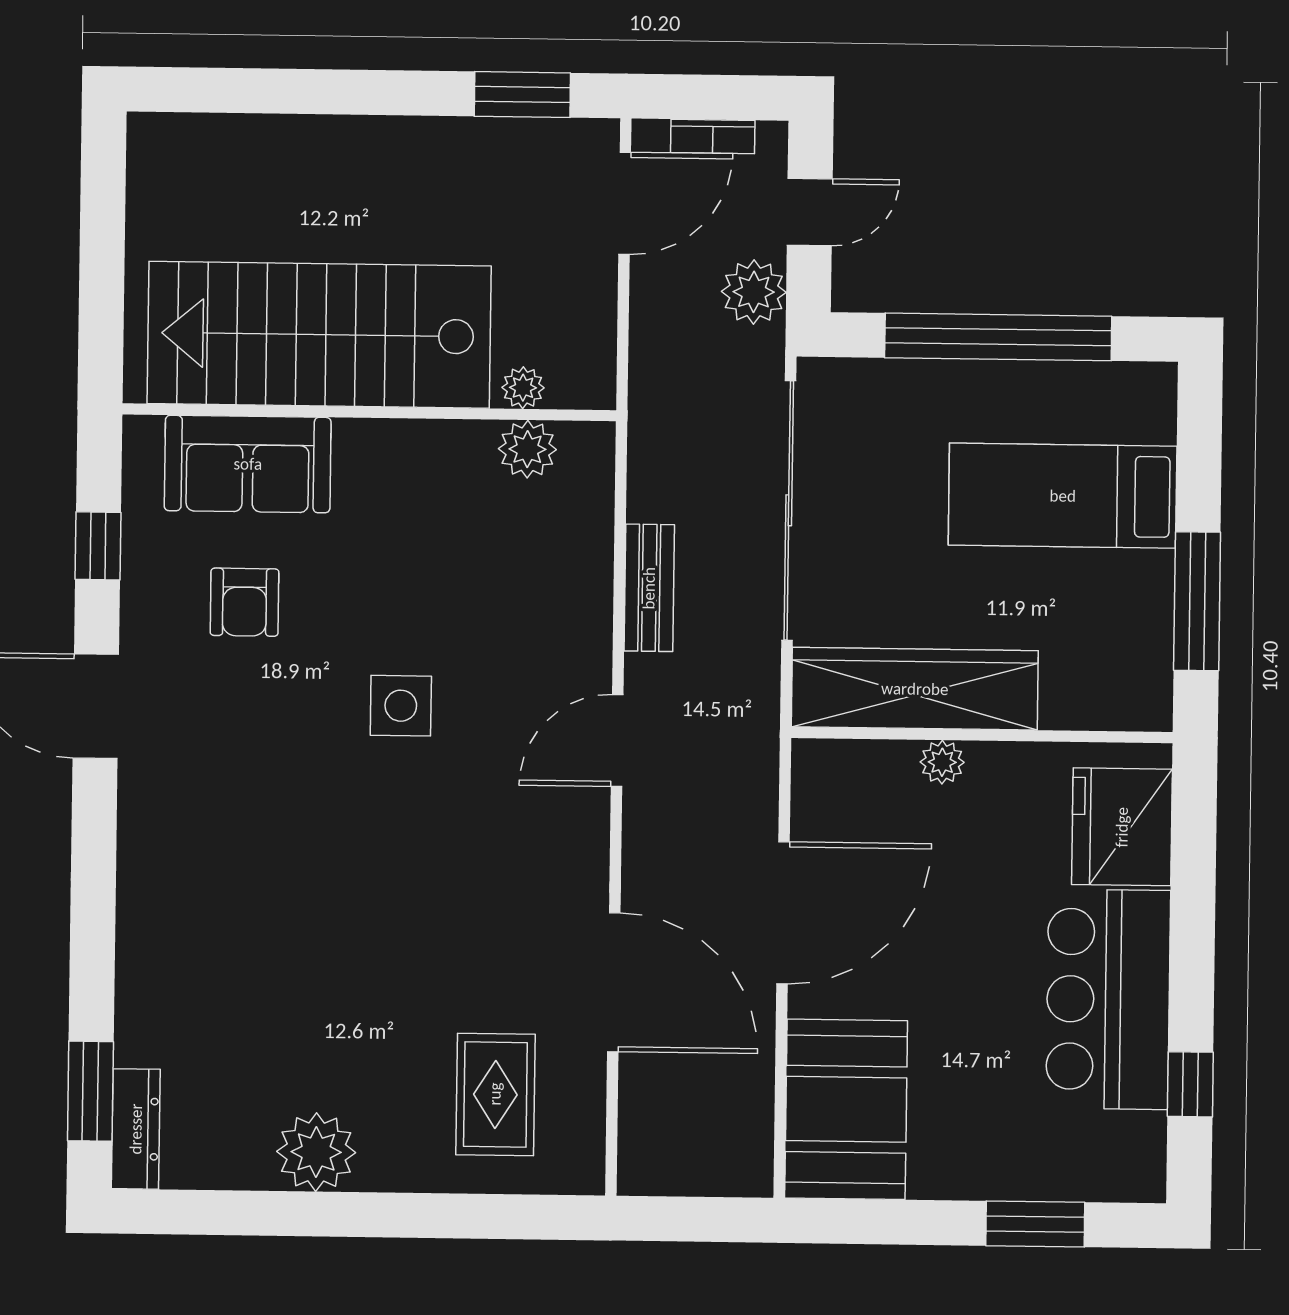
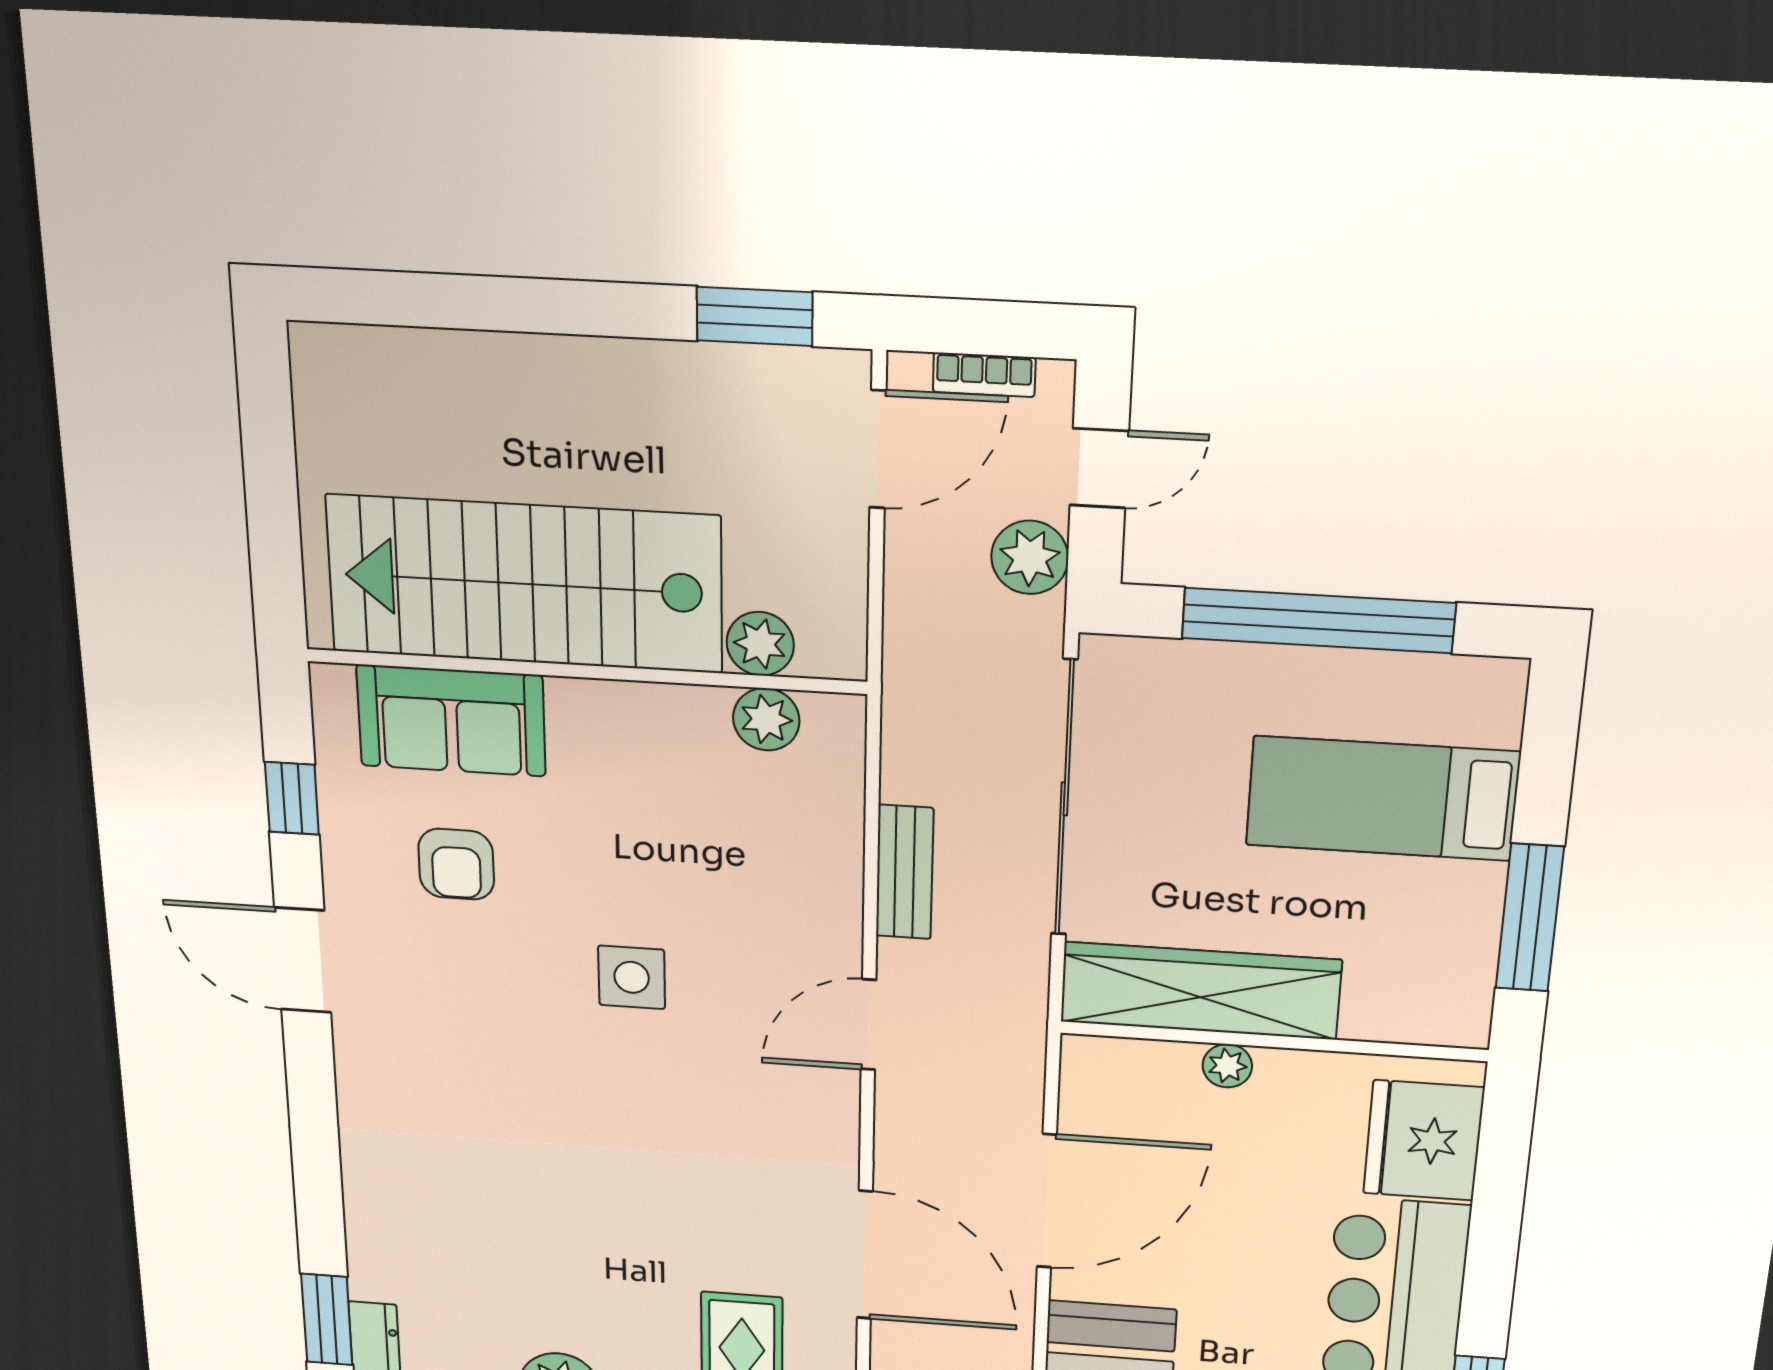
plant: (523, 388) -> (760, 644), width x1.38, depth x1.38

